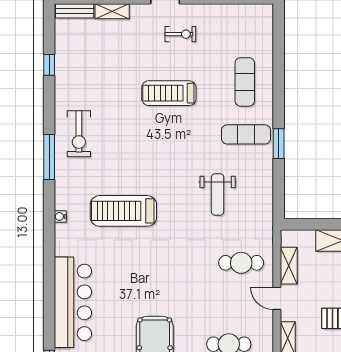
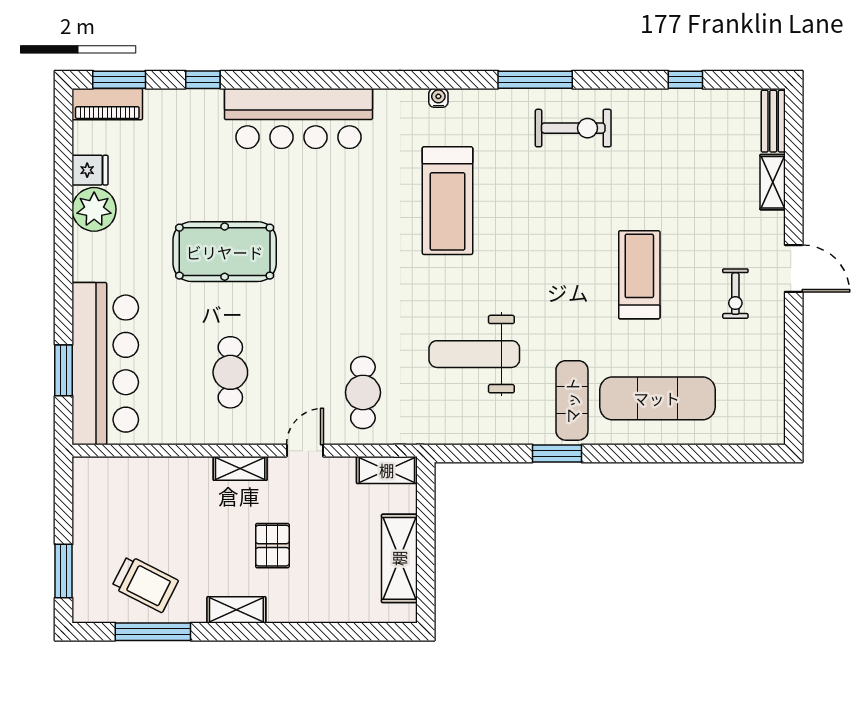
exercise mat: (245, 82) -> (657, 398), width x1.36, depth x1.45
exercise bike: (79, 134) -> (573, 128), turned 180
weight bench: (218, 194) -> (474, 354), width x1.36, depth x1.33
treadmill: (123, 211) -> (447, 201), turned 180
shelving: (289, 266) -> (387, 470), moved

